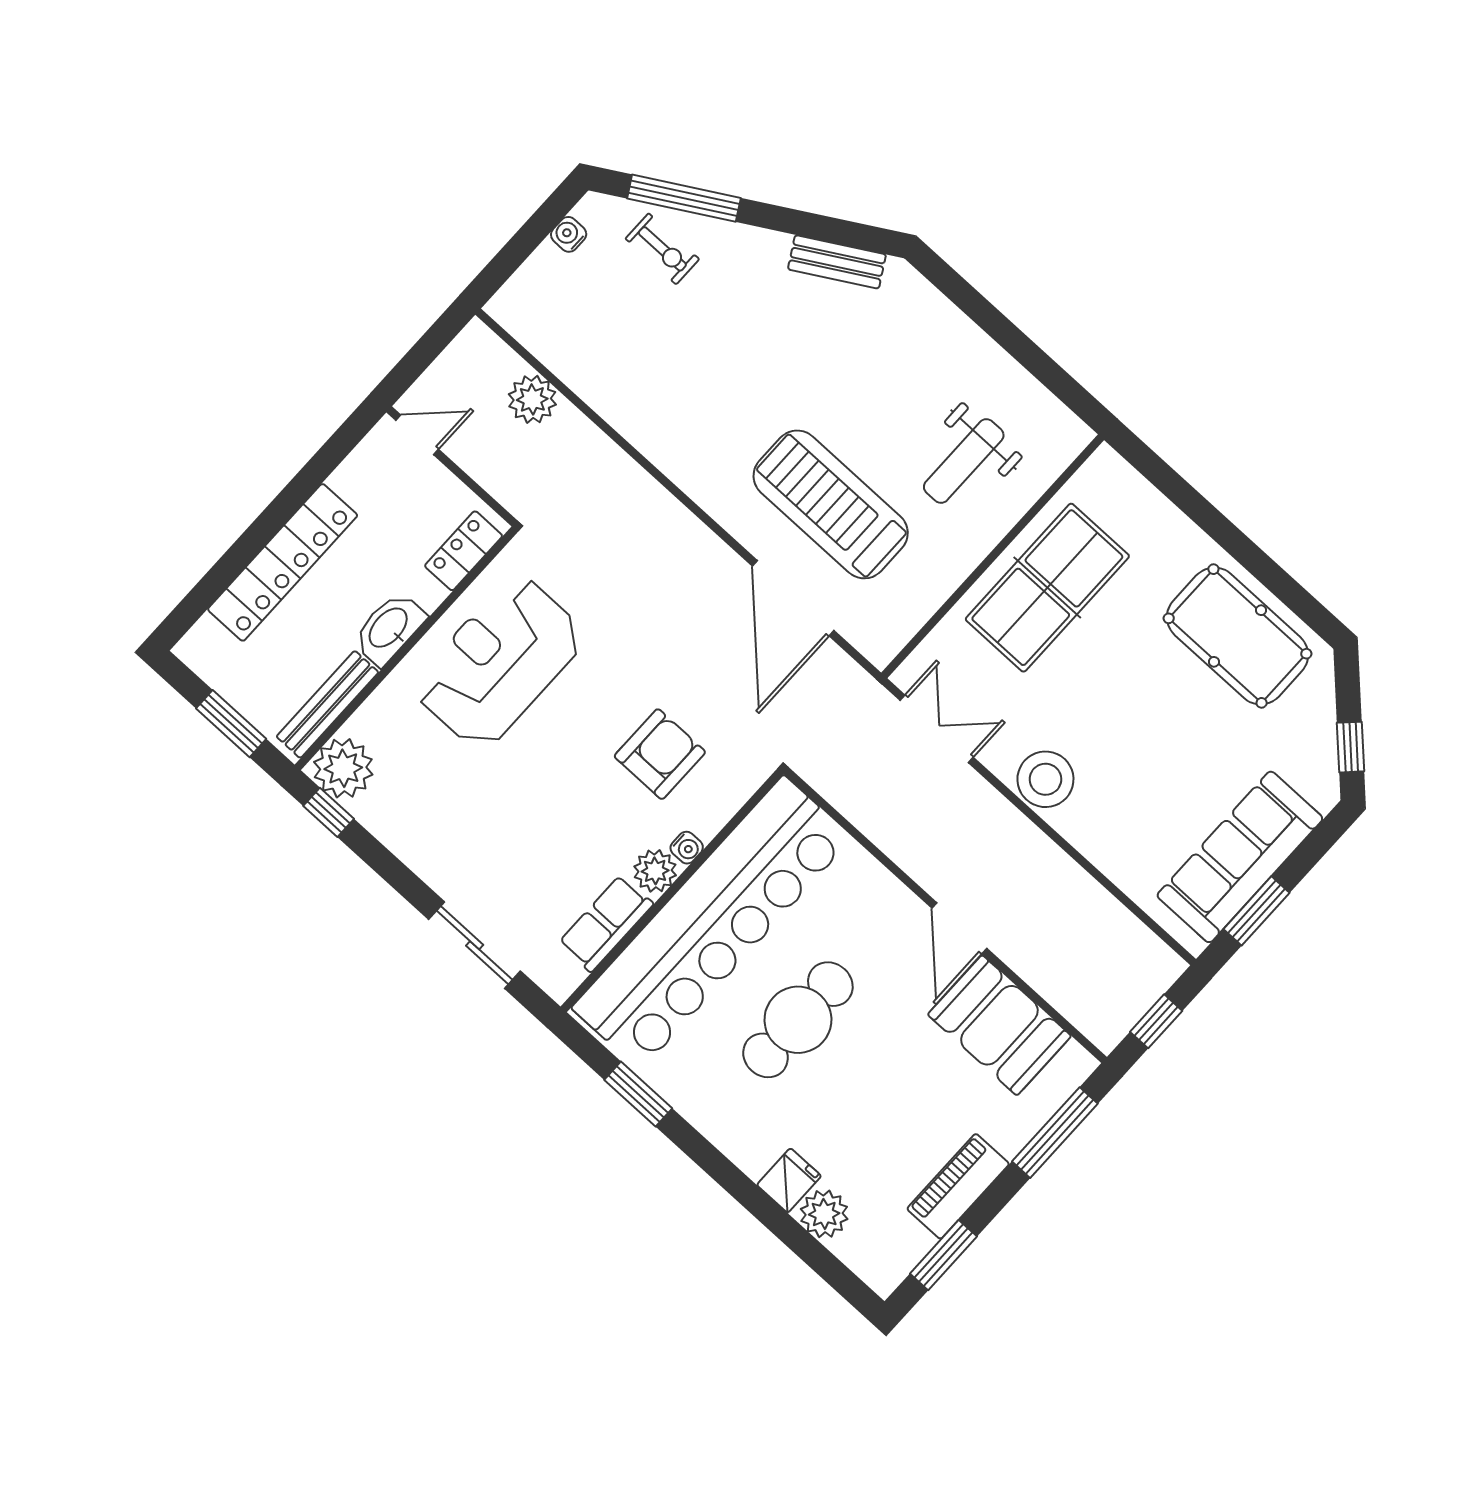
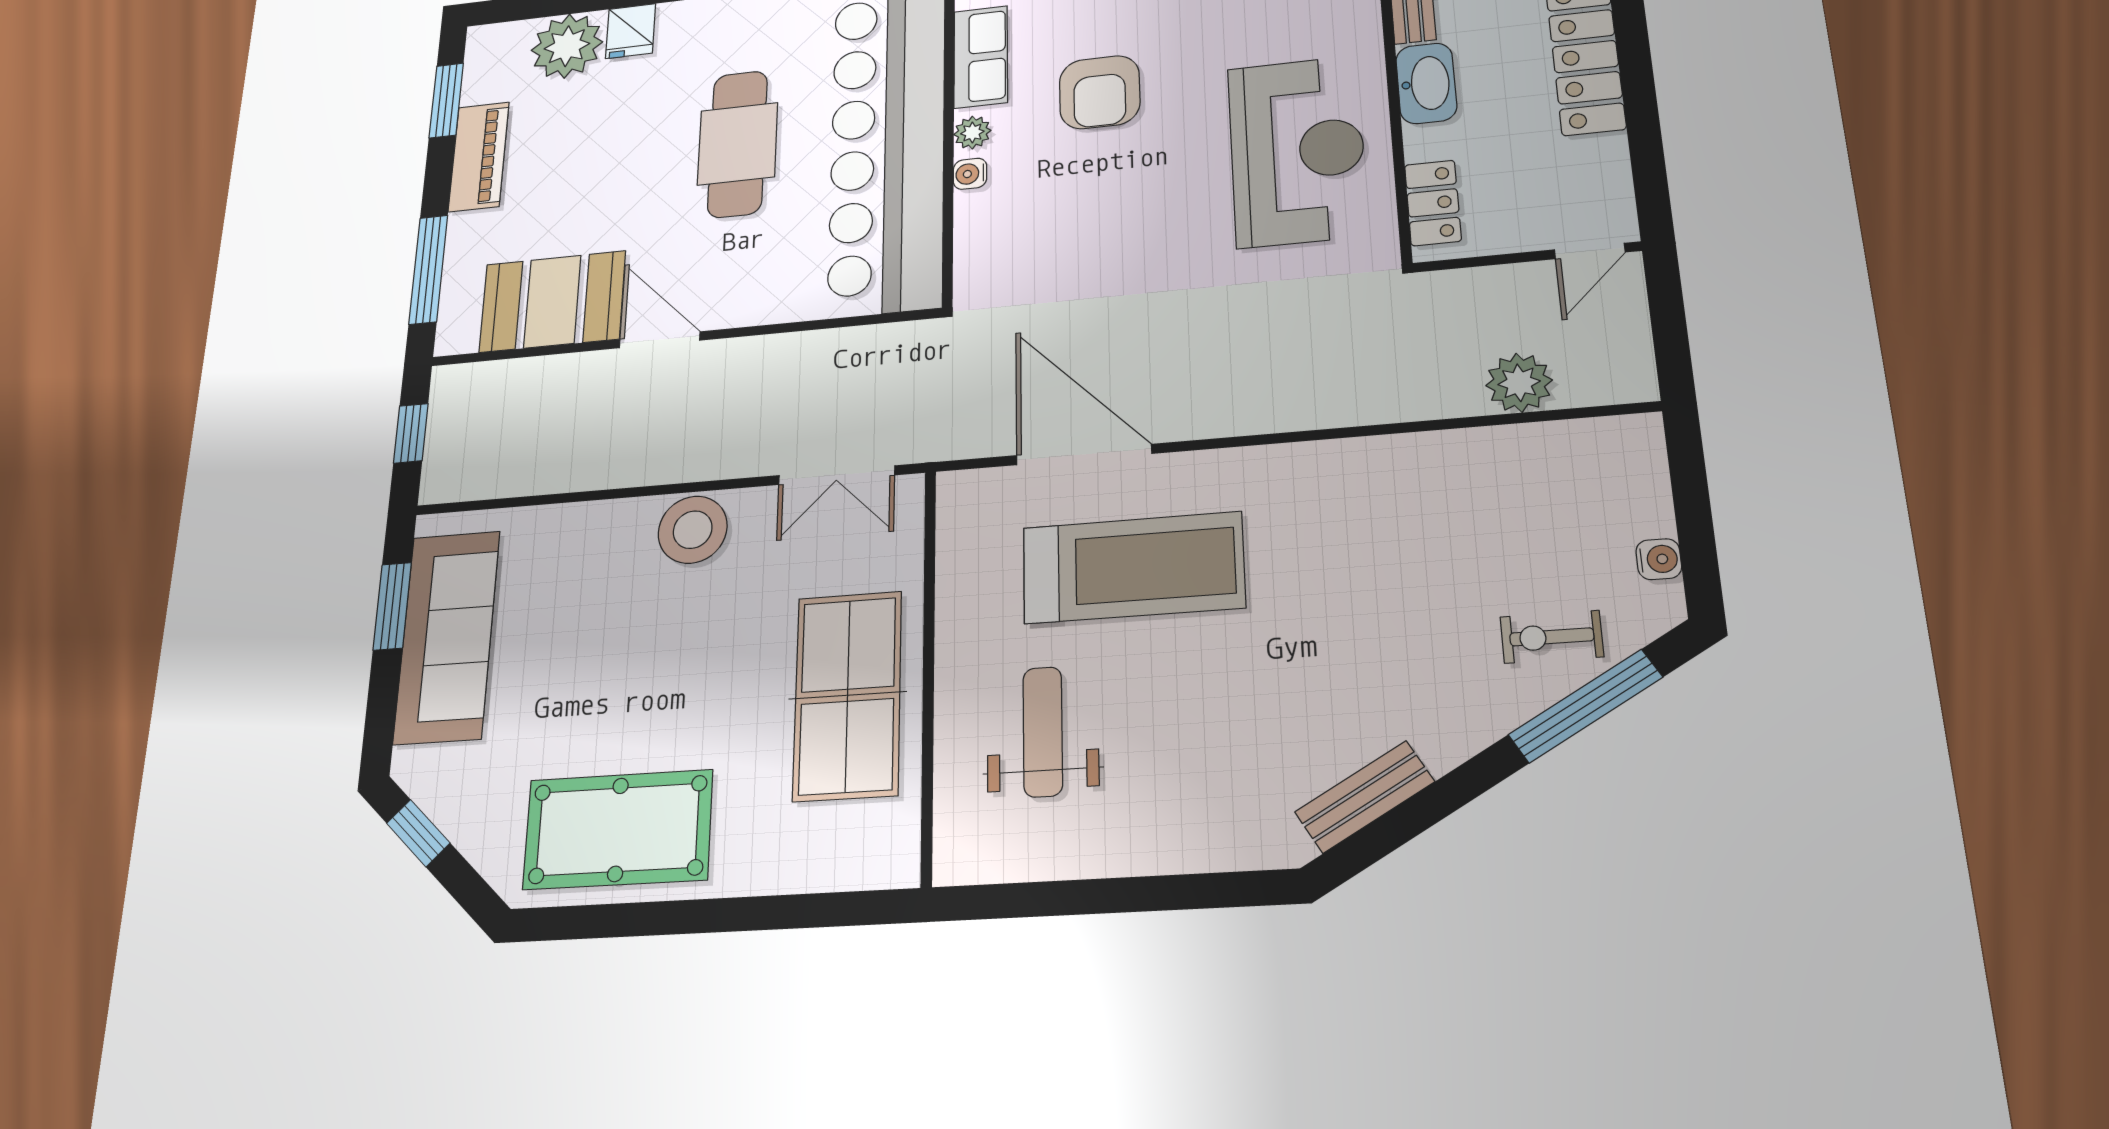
armchair: (660, 754) -> (1100, 92), moved
plant: (655, 871) -> (972, 132), width x0.73, depth x0.73
plant: (824, 1214) -> (567, 46), width x1.36, depth x1.36

